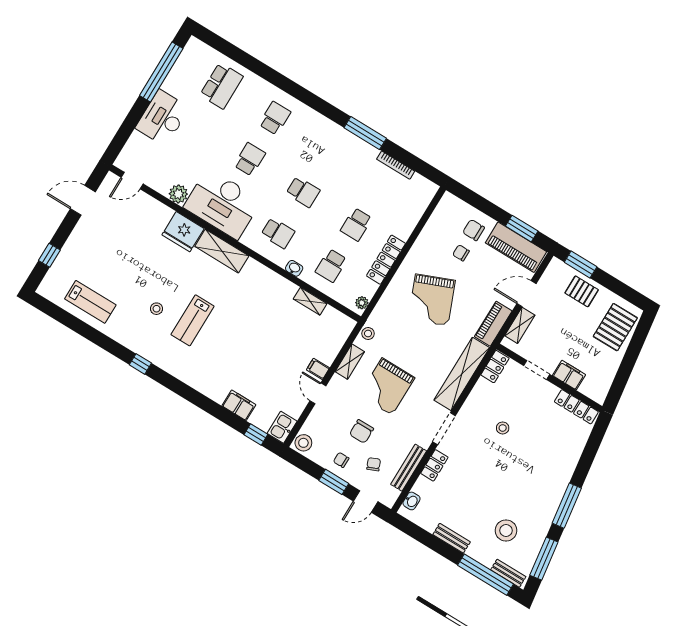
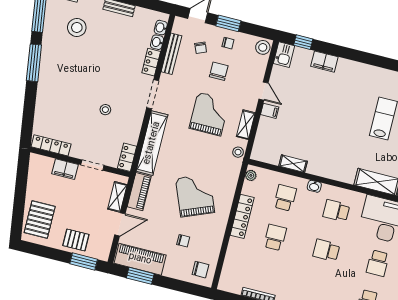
chair: (474, 230) -> (200, 270), moved
washbasin: (421, 486) -> (157, 42), added

